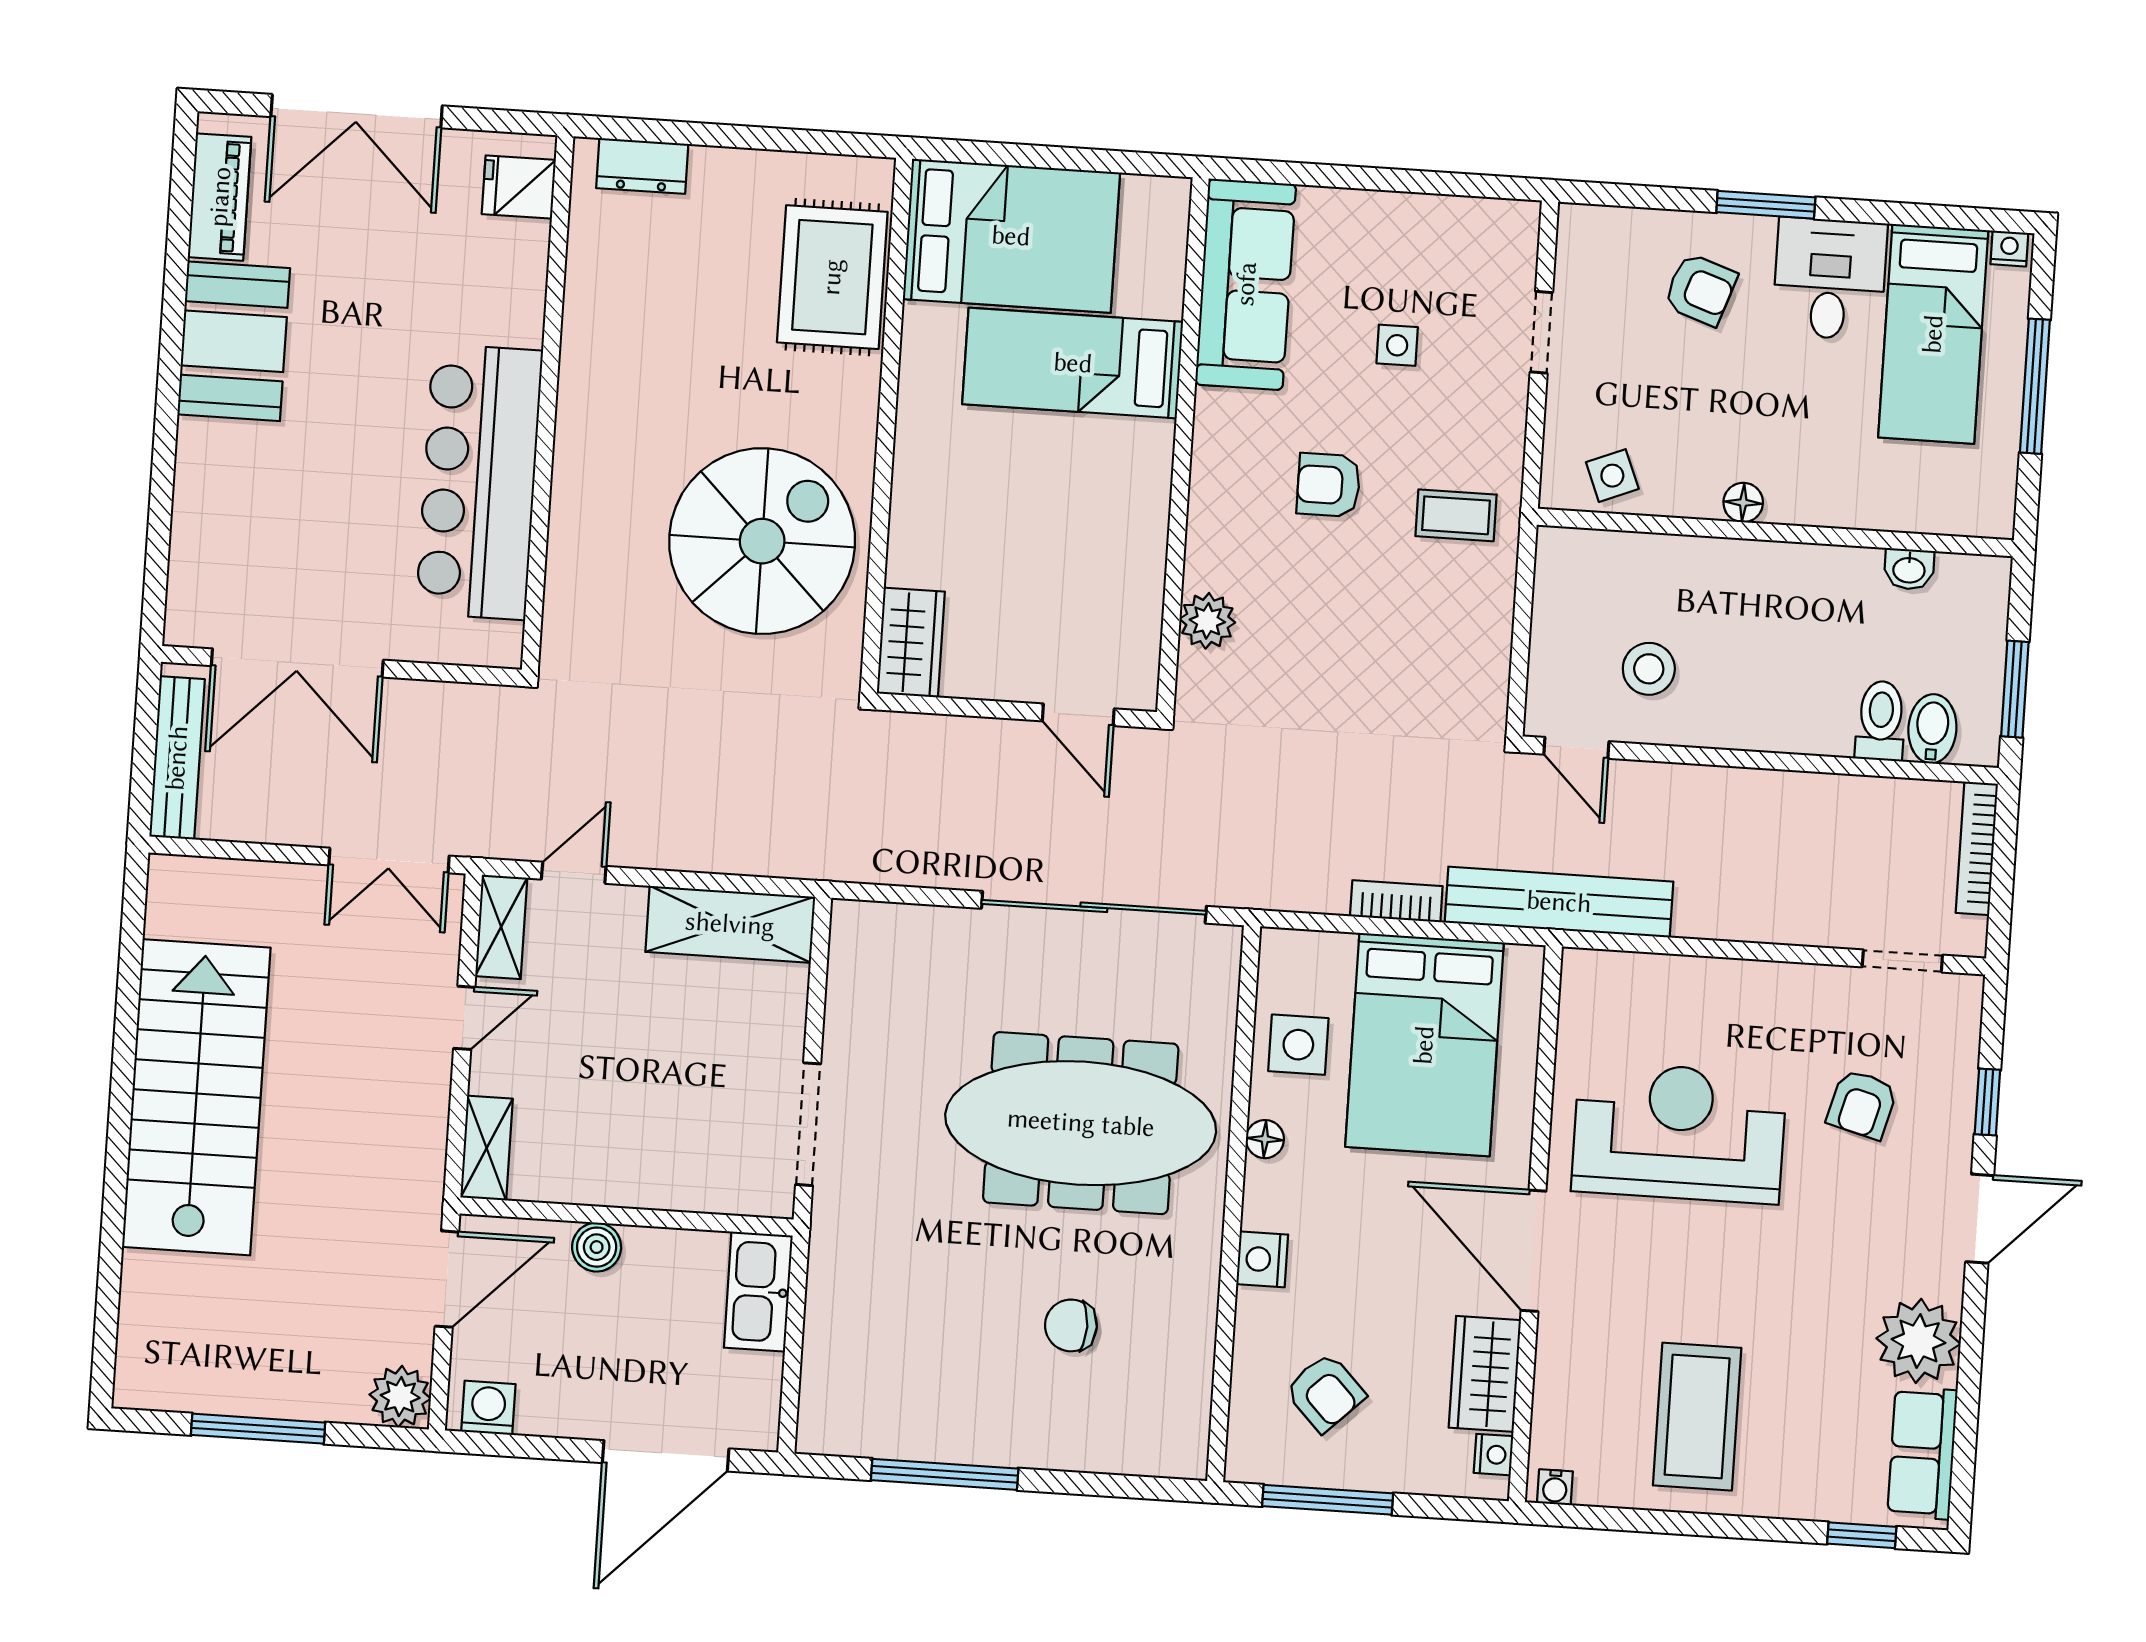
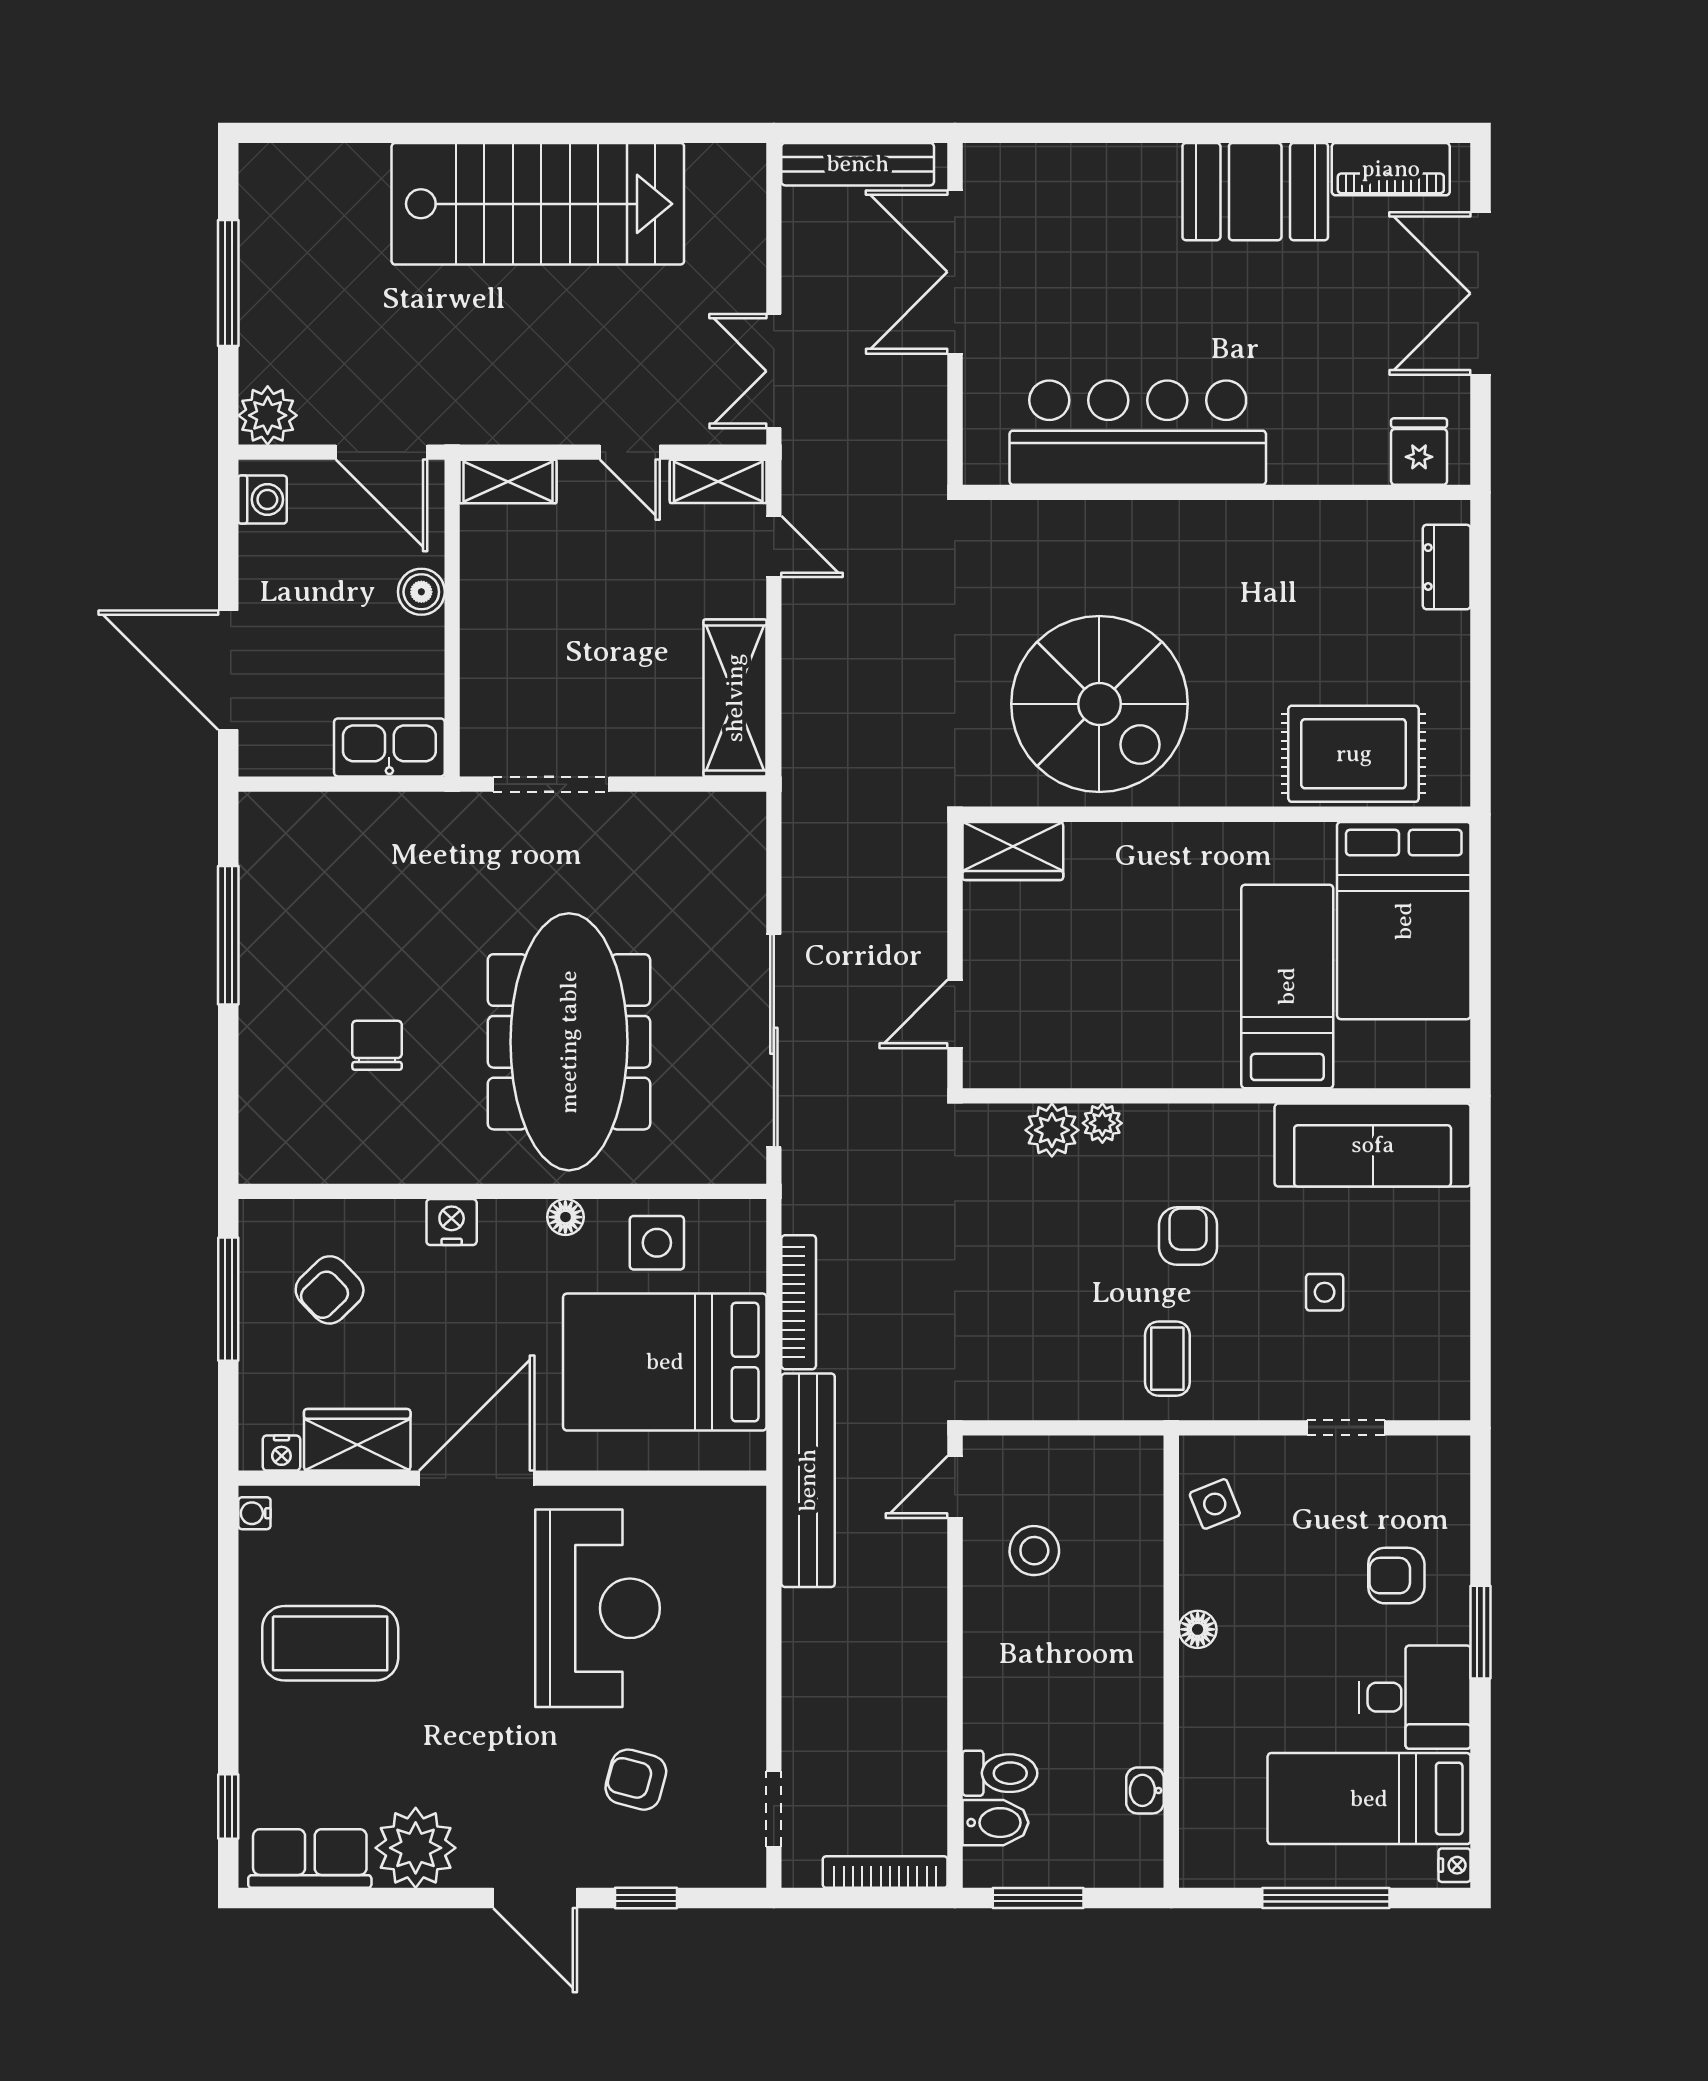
armchair: (1700, 289) -> (1396, 1576), turned 71
plant: (1204, 567) -> (1102, 1123), added
bookcase: (1396, 901) -> (799, 1302), width x1.56

